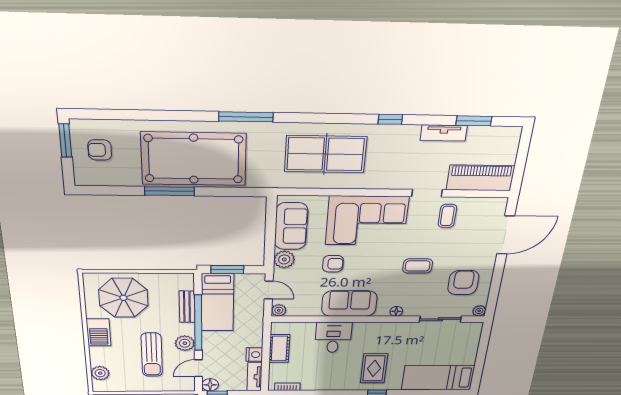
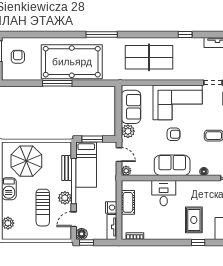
armchair: (100, 150) -> (18, 57), turned 90
armchair: (333, 264) -> (174, 134), moved

